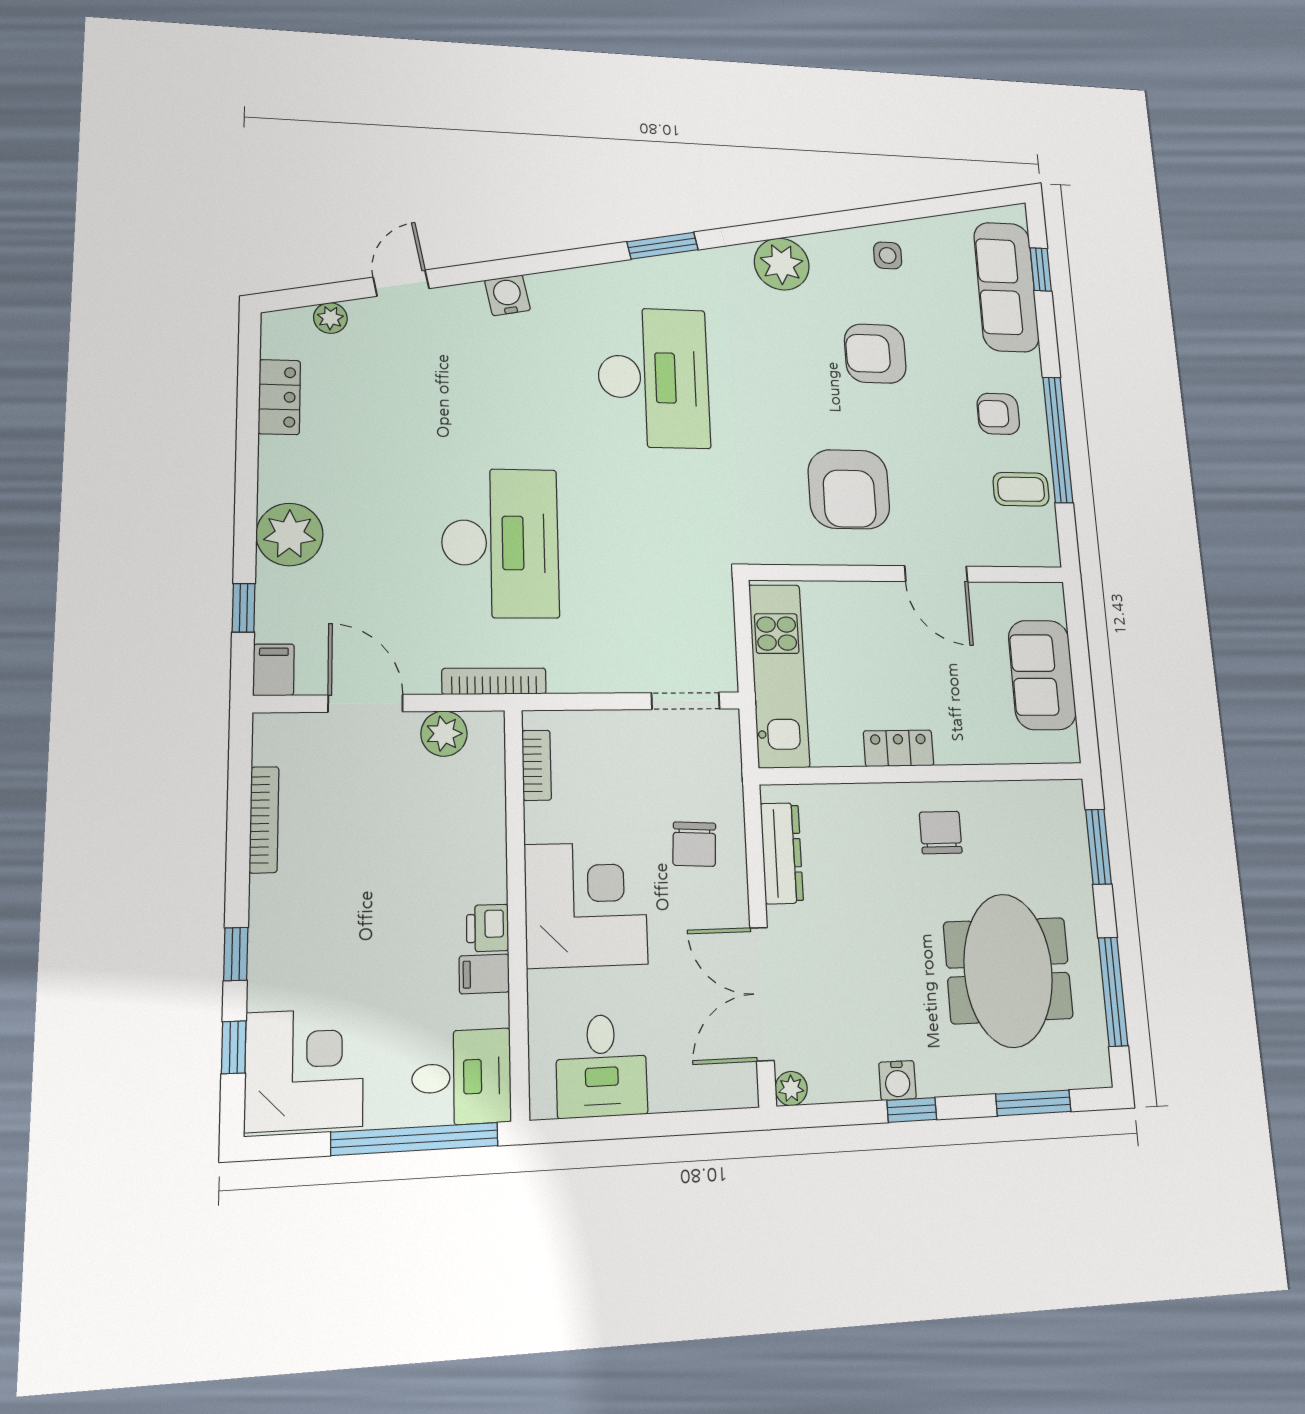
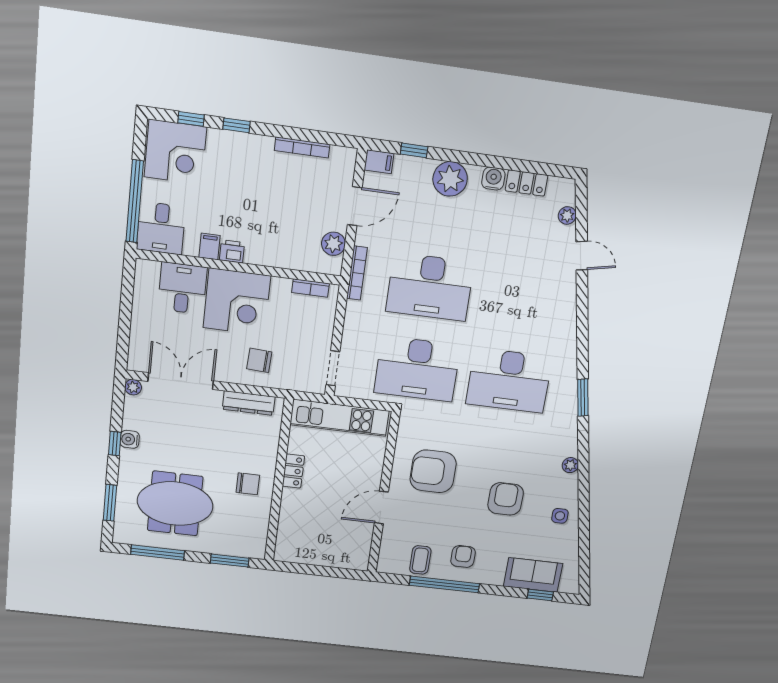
plant: (782, 264) -> (570, 465), width x0.53, depth x0.53
sofa: (1006, 287) -> (533, 575), width x0.73
water cooler: (508, 295) -> (493, 179), moved, turned -79
desk: (660, 545) -> (417, 369), added
sofa: (1042, 675) -> (321, 551), removed
desk: (601, 1066) -> (182, 288), moved, turned 90

